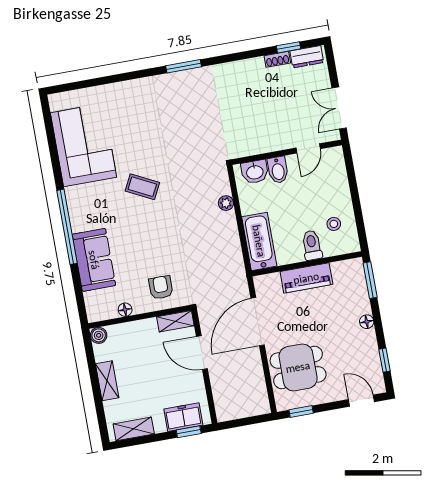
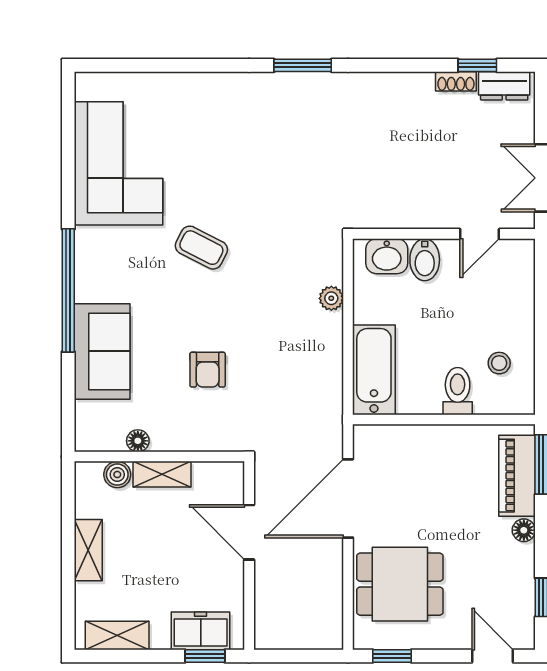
piano: (306, 278) -> (517, 476), moved, turned 90
armchair: (161, 287) -> (208, 370), moved, turned 180
shelving: (175, 321) -> (162, 474), moved
boiler: (99, 335) -> (117, 475), moved

